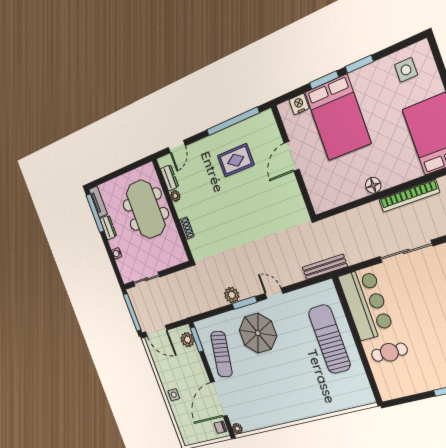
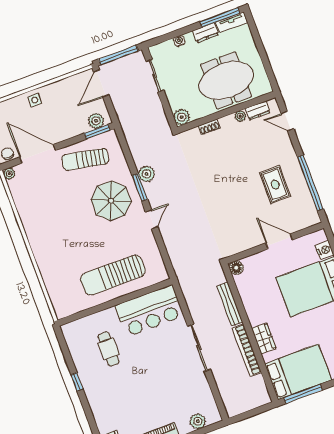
wardrobe: (396, 176) -> (264, 338), added
floor lamp: (373, 185) -> (236, 268), moved
plant: (180, 255) -> (182, 117), added
bench: (325, 267) -> (230, 304), moved
sun lounger: (329, 339) -> (113, 275), turned 180
cafe table: (389, 352) -> (109, 349), moved

